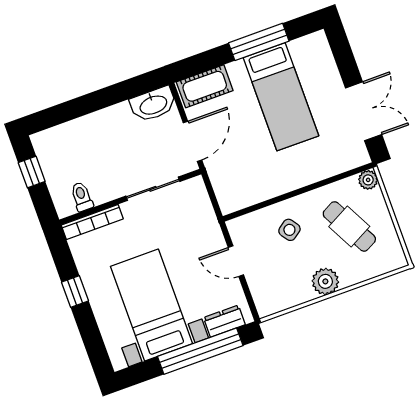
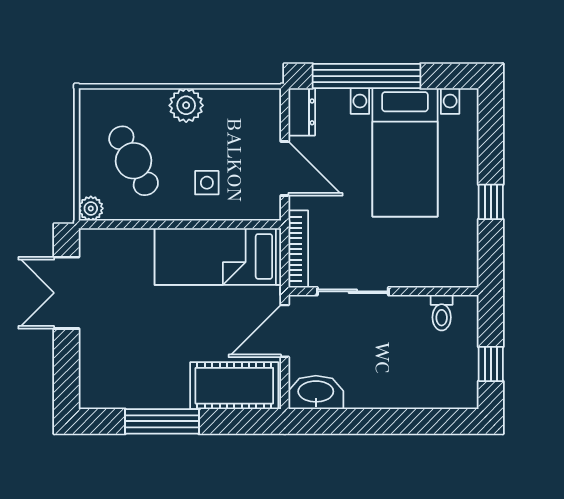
cot: (205, 86) -> (234, 386), width x1.37, depth x1.34
bed: (281, 97) -> (218, 256), moved, turned -90
bookcase: (92, 222) -> (298, 249), moved, turned 90
side table: (289, 230) -> (207, 183), turned 36
door: (236, 261) -> (285, 169), width x1.38
dresser: (224, 321) -> (302, 112), moved, turned -90

